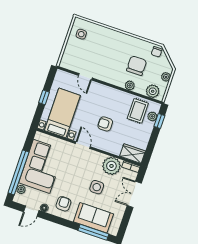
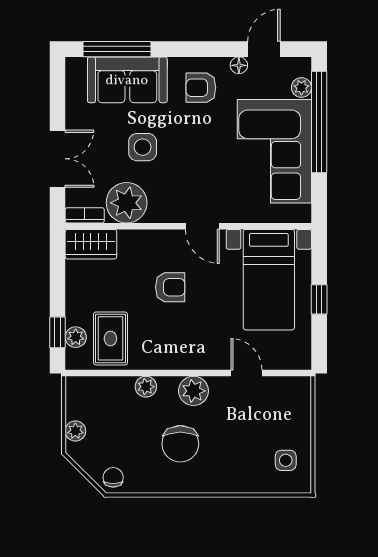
chair: (137, 66) -> (180, 444), moved
plant: (153, 91) -> (193, 391), moved
armchair: (63, 204) -> (201, 88), turned 90

